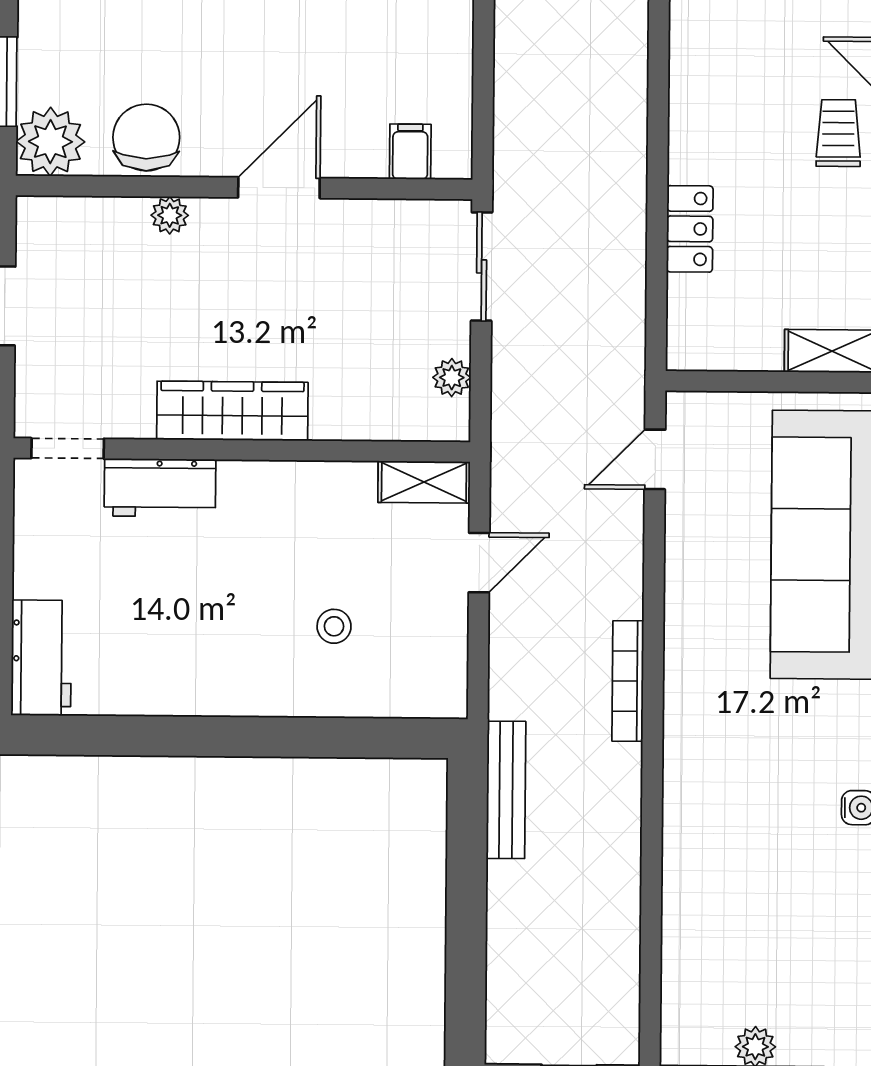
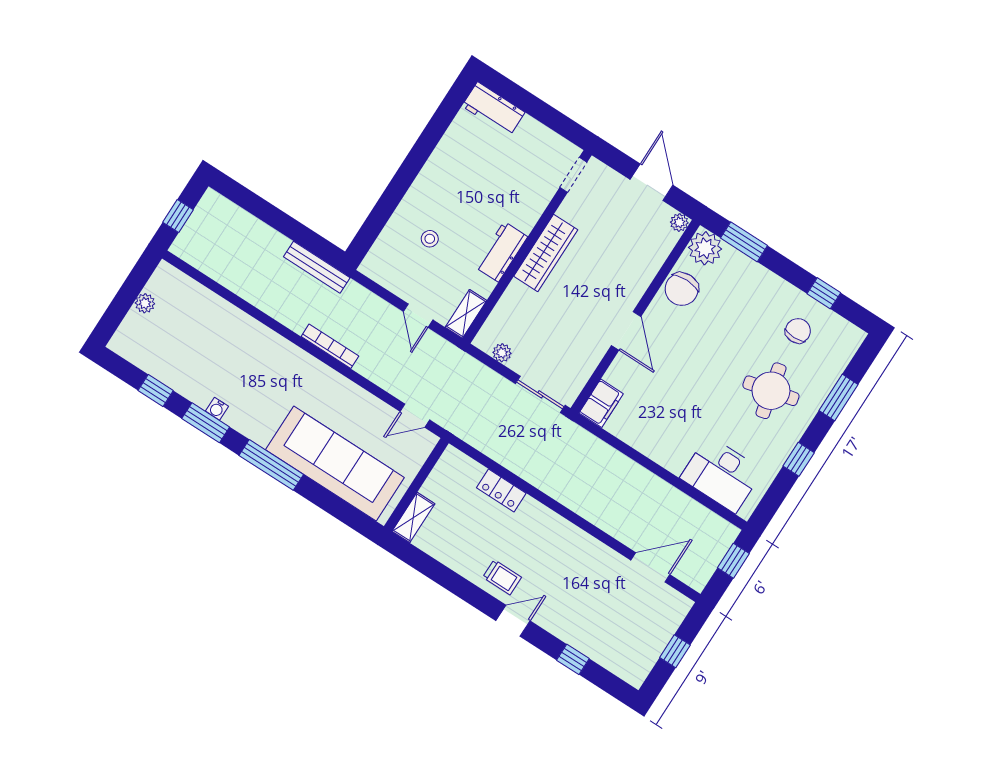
chair: (146, 138) -> (682, 289), turned 90
filing cabinet: (410, 152) -> (601, 403), width x2.00
plant: (170, 215) -> (679, 222), moved
door: (655, 459) -> (415, 416), swing flipped
workbench: (160, 488) -> (501, 252), moved

